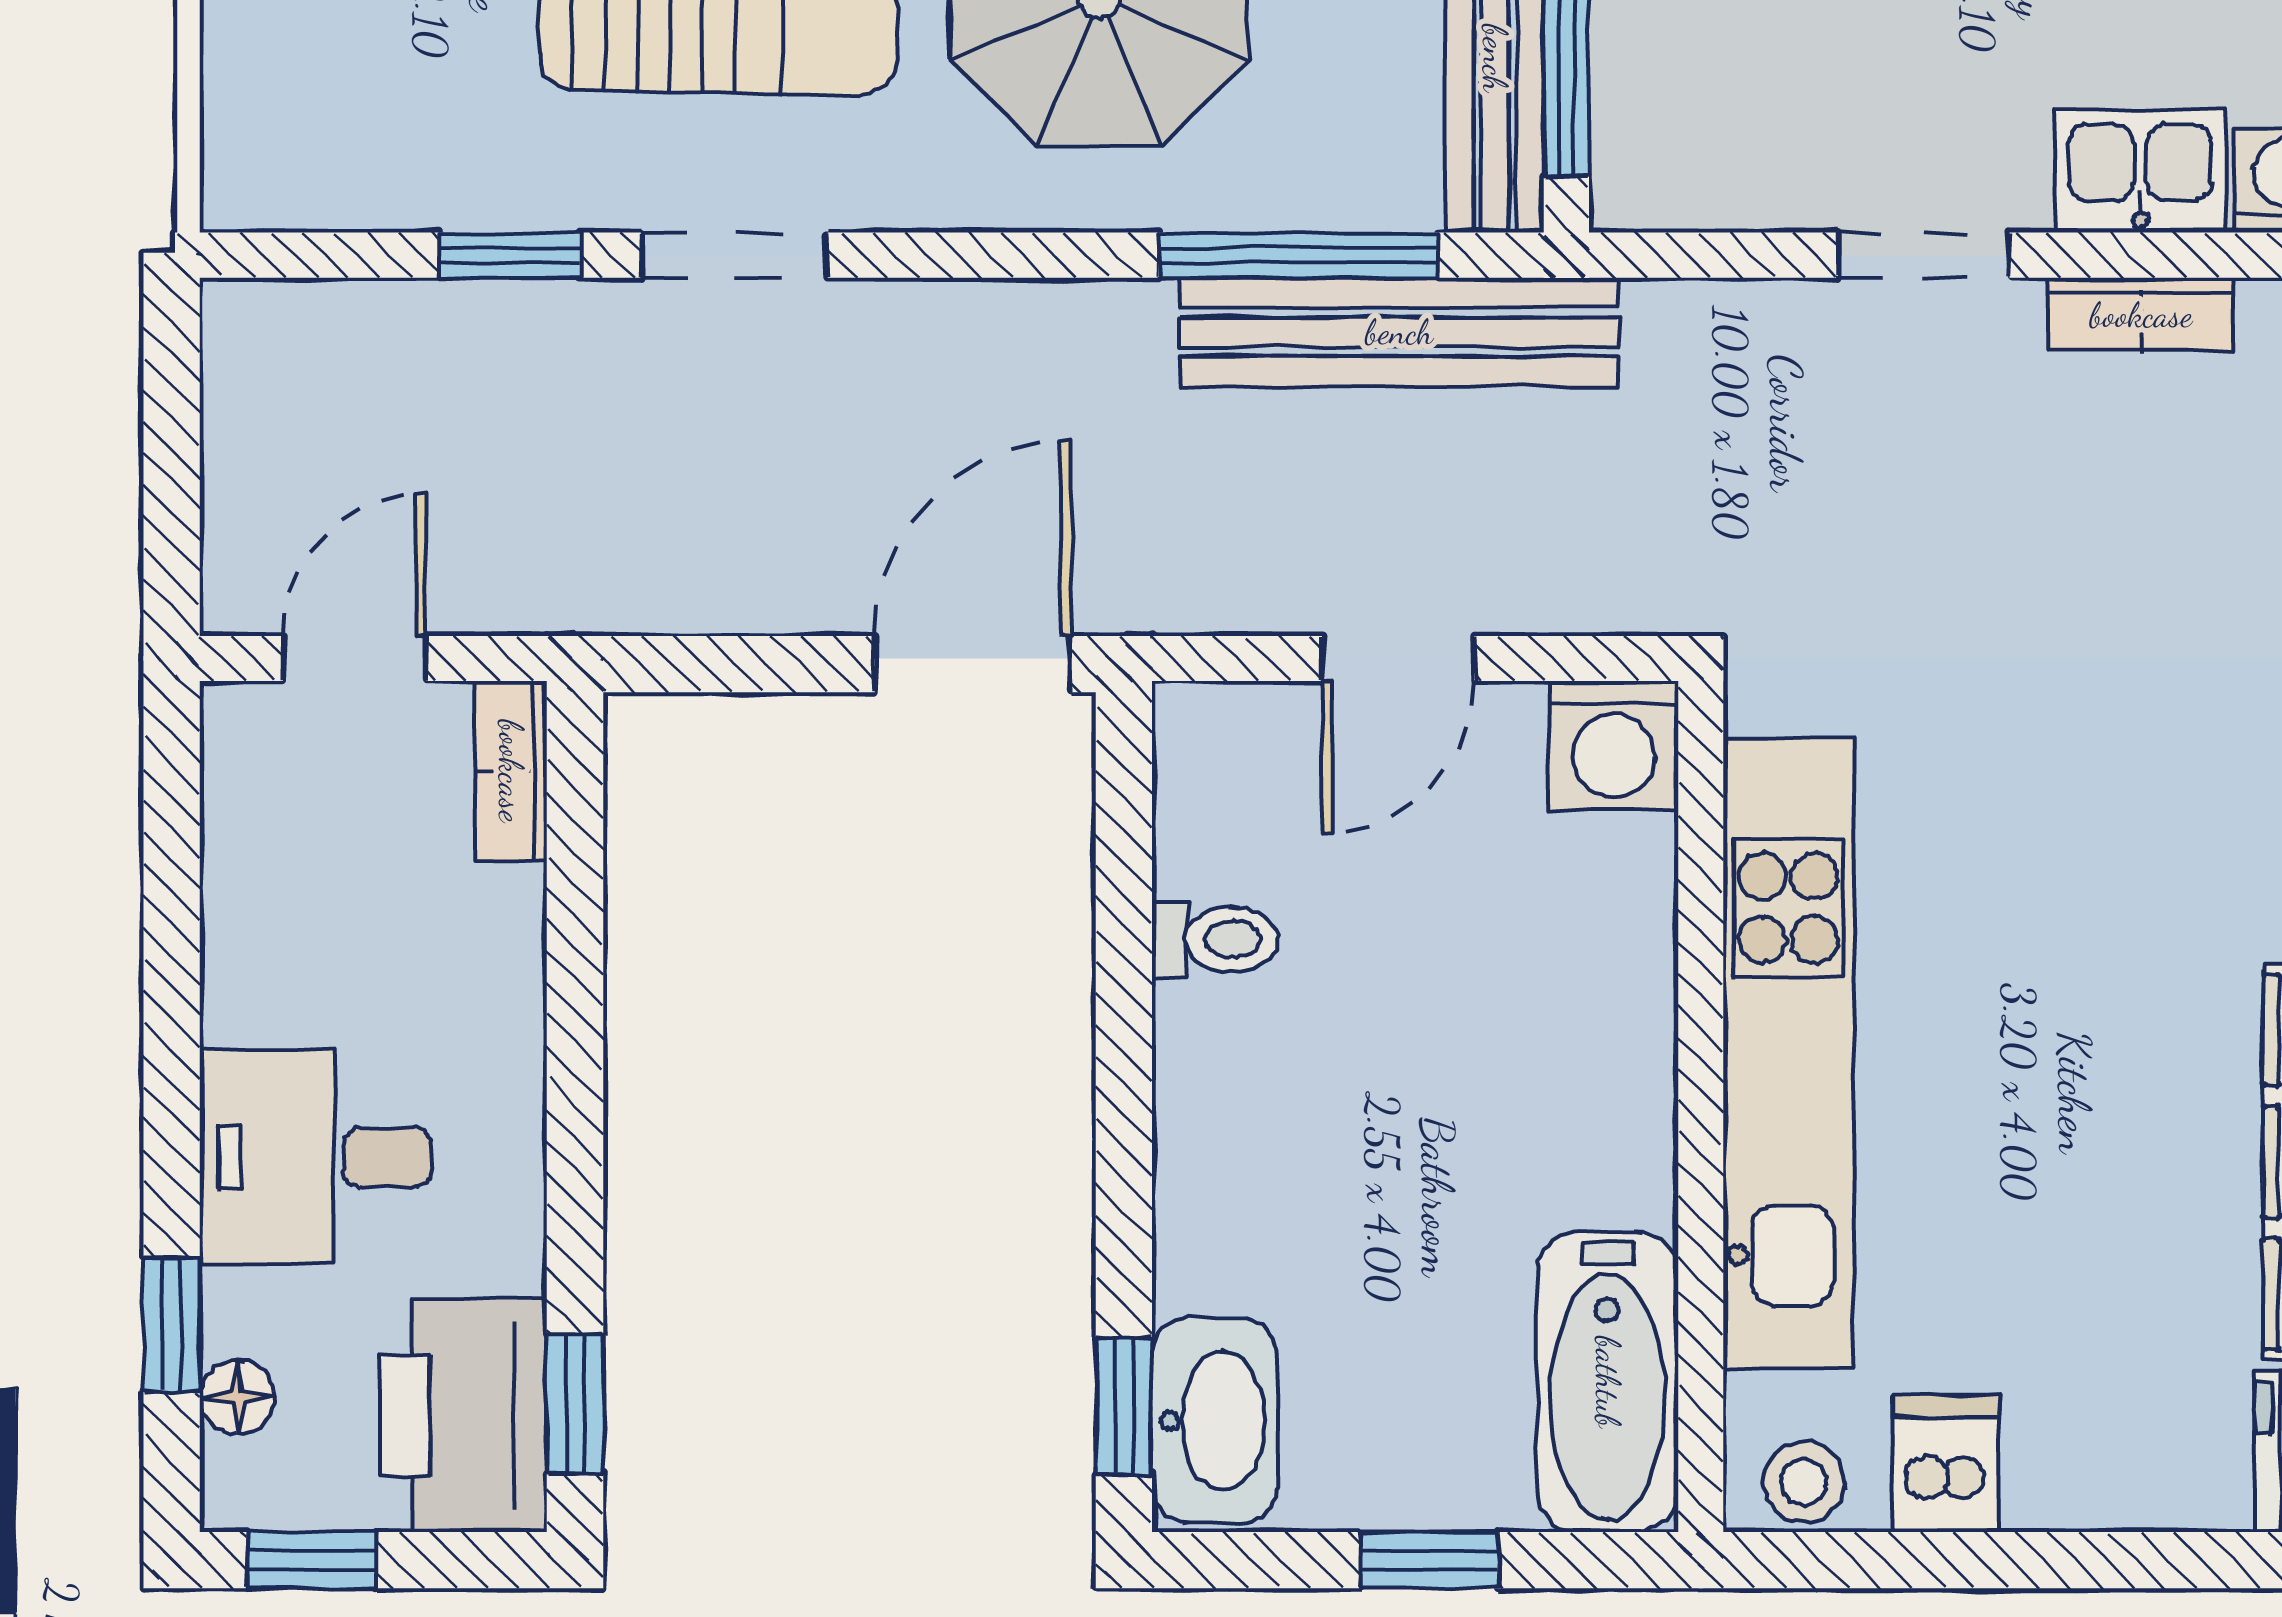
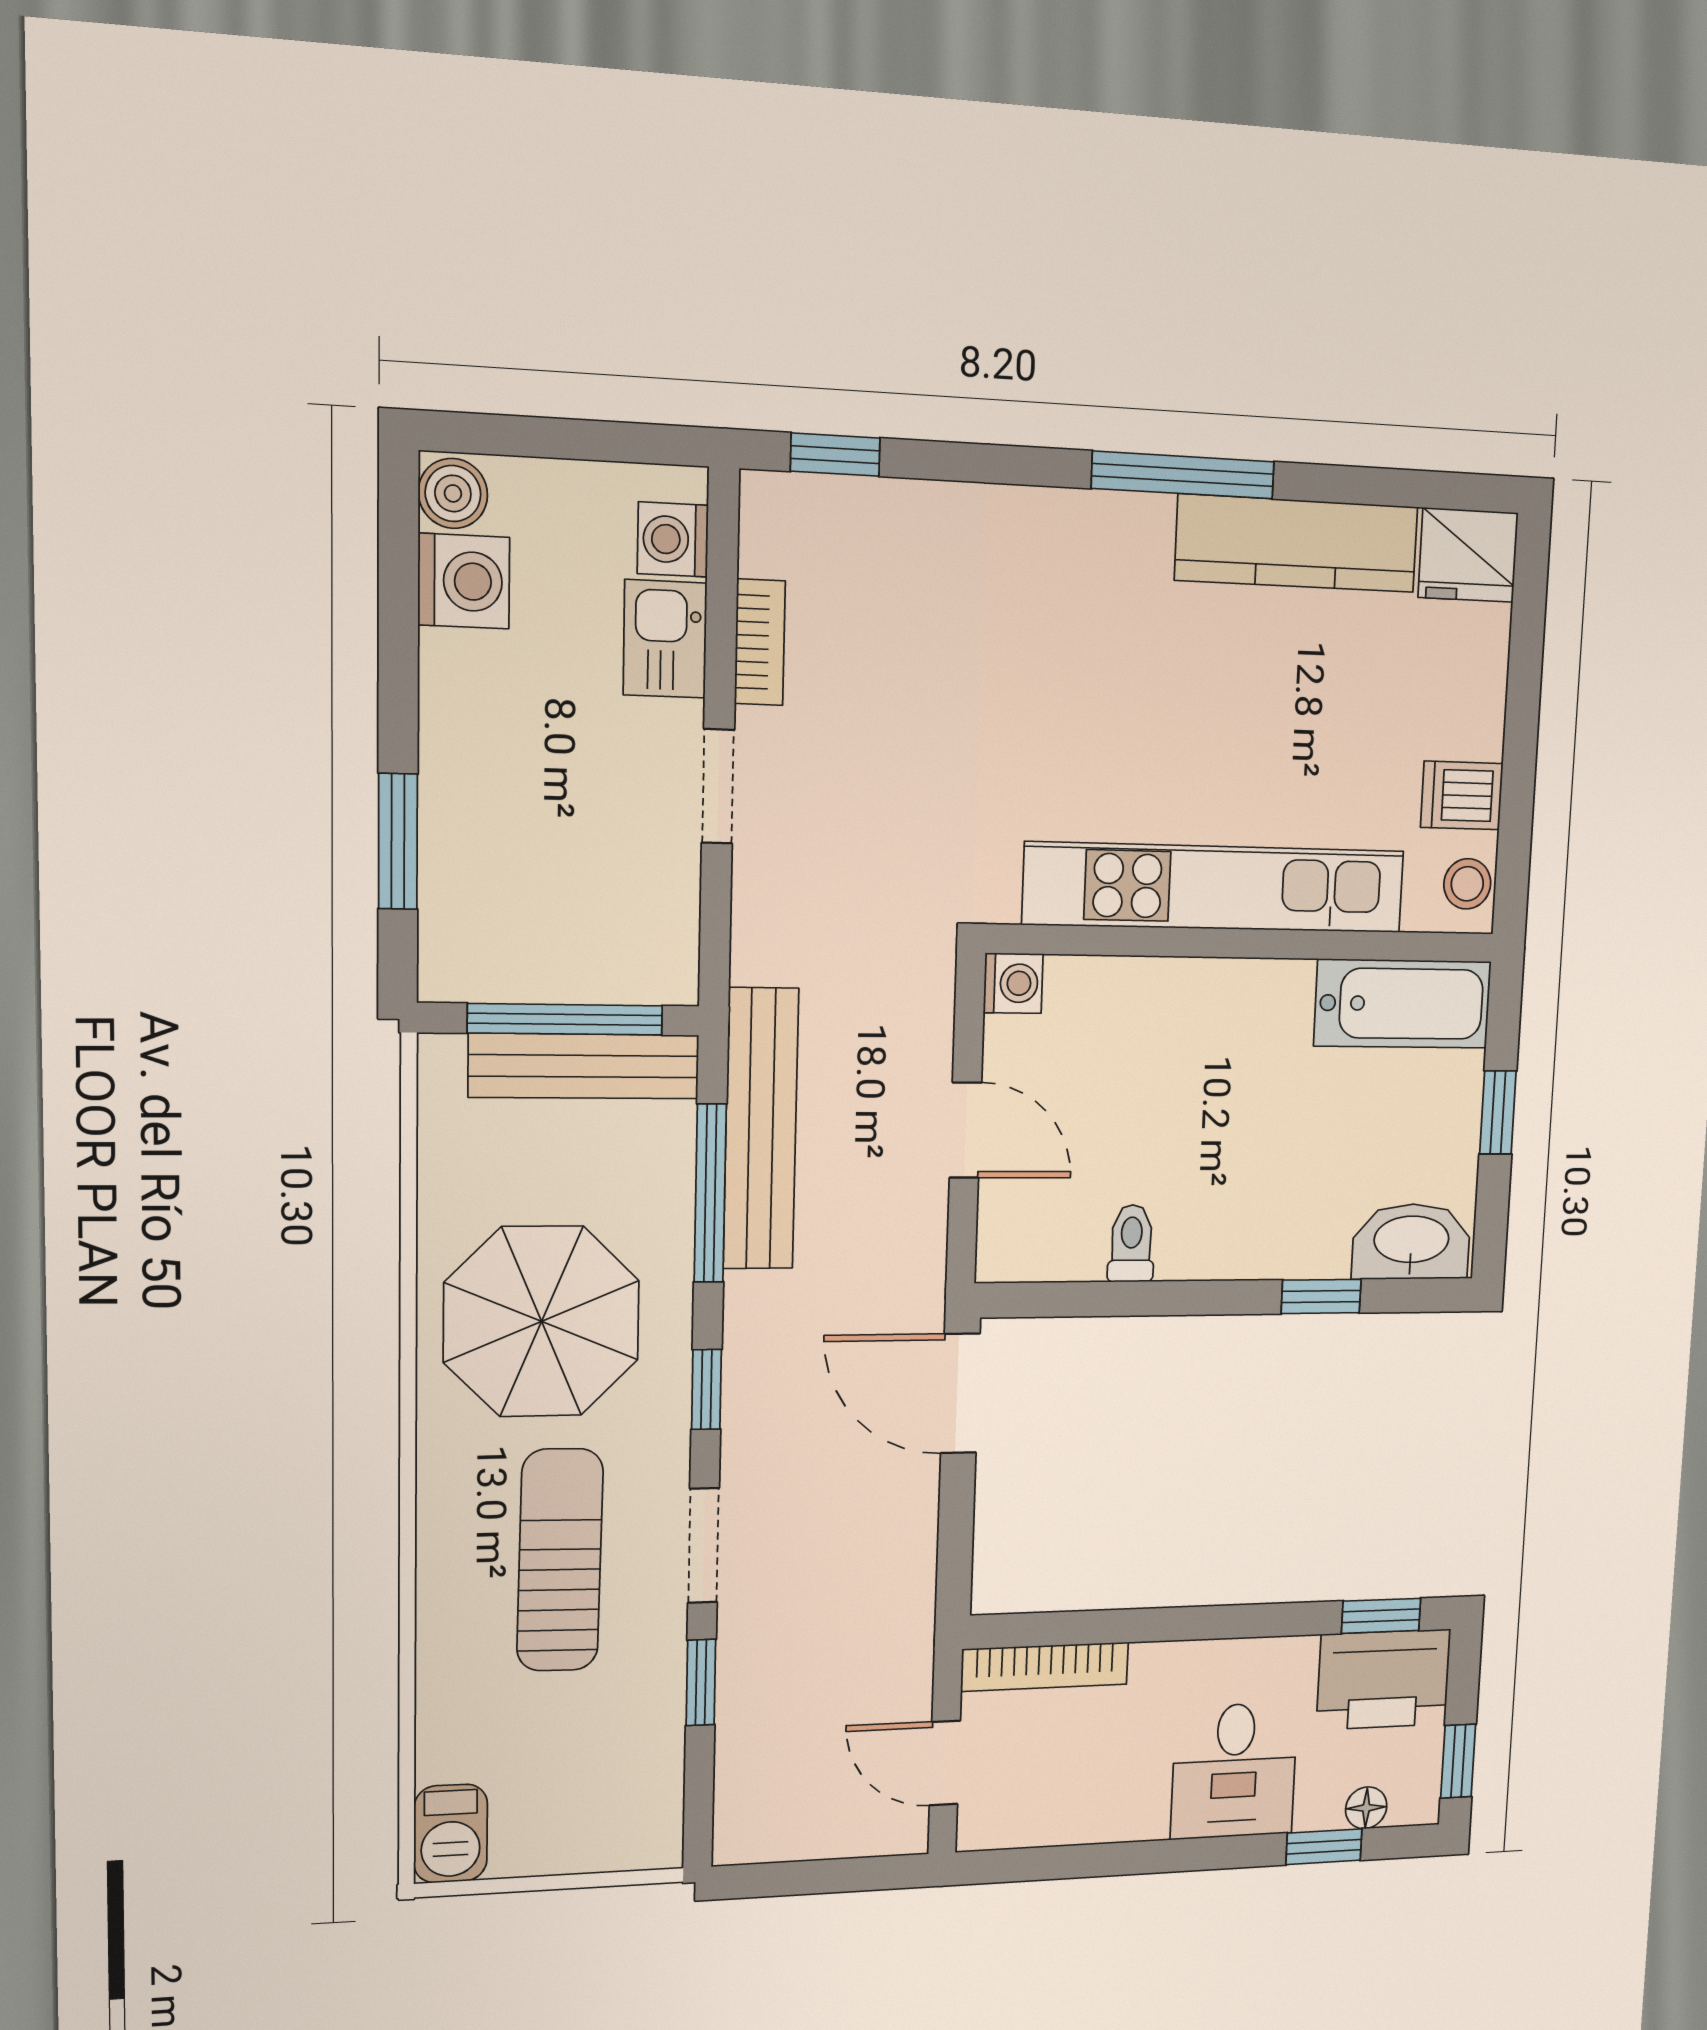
window: (987, 255) -> (706, 1389), added
washing machine: (1614, 746) -> (1013, 983), width x0.73, depth x0.73
bookcase: (511, 771) -> (1045, 1667), width x1.56
window: (1124, 1407) -> (1321, 1296), moved

